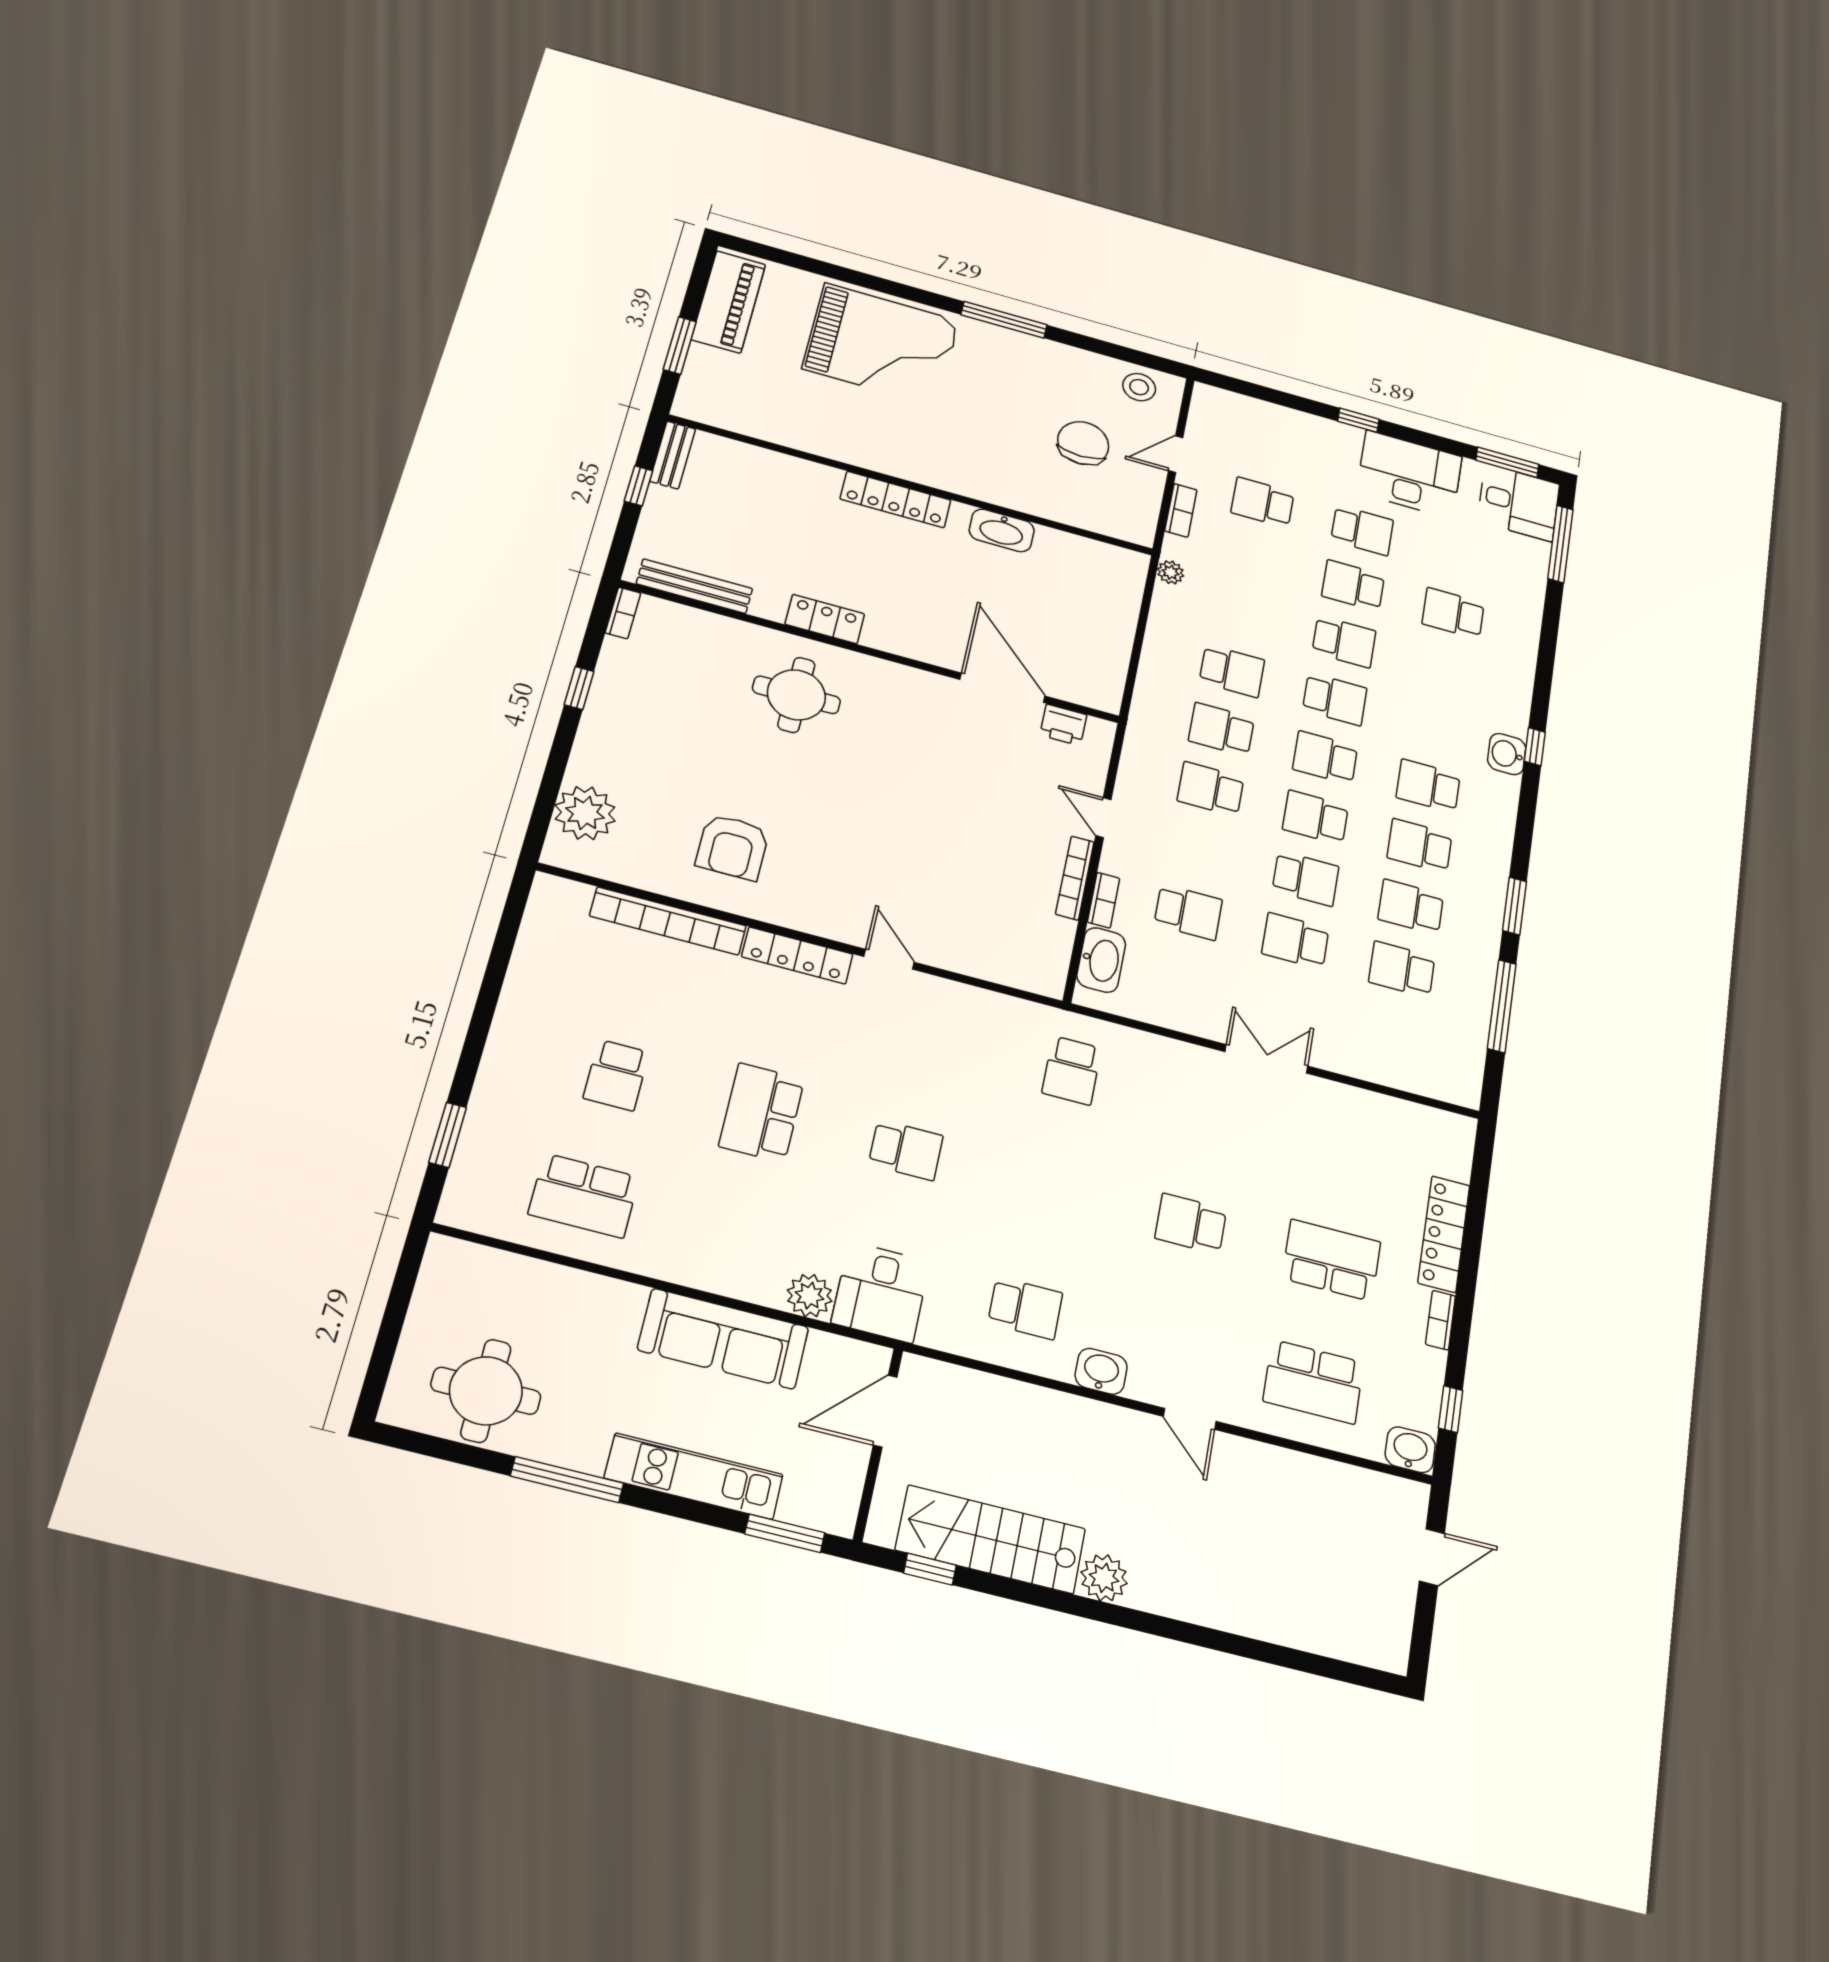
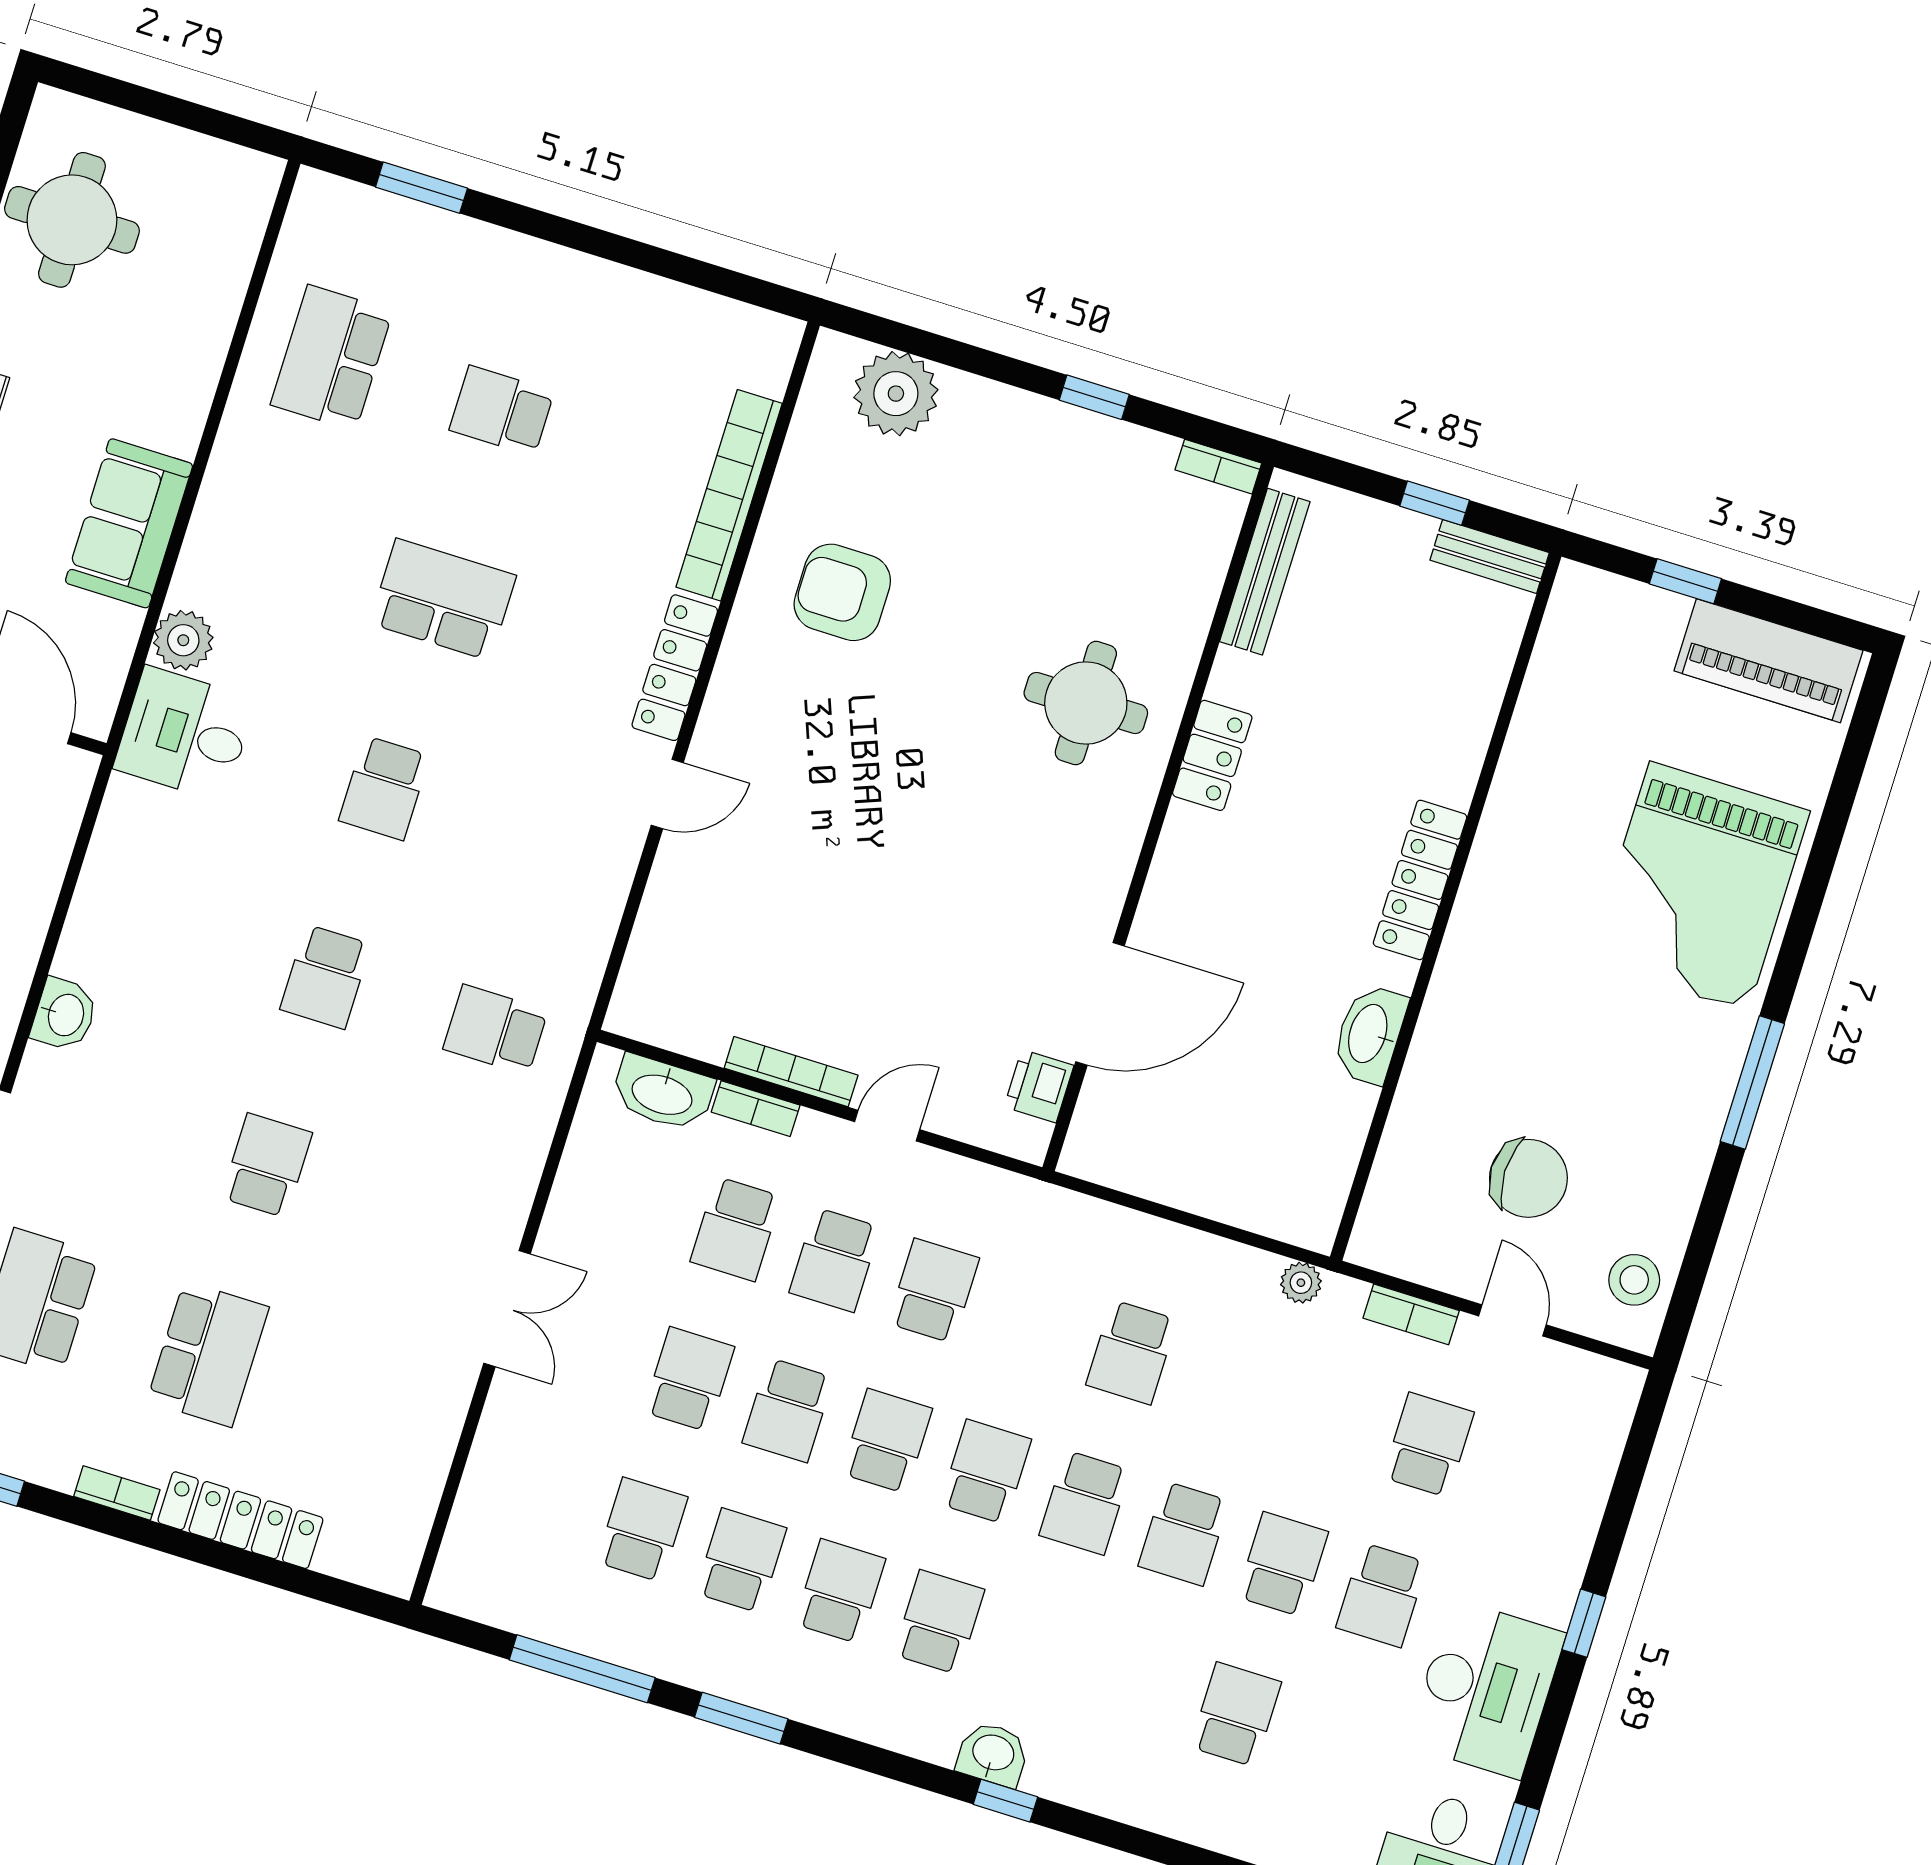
window: (680, 345) -> (1685, 581), width x0.67
school desk: (1221, 729) -> (835, 1260), moved, turned 180
school desk: (1025, 1308) -> (325, 977), moved
sofa: (723, 1339) -> (129, 523), width x0.73

